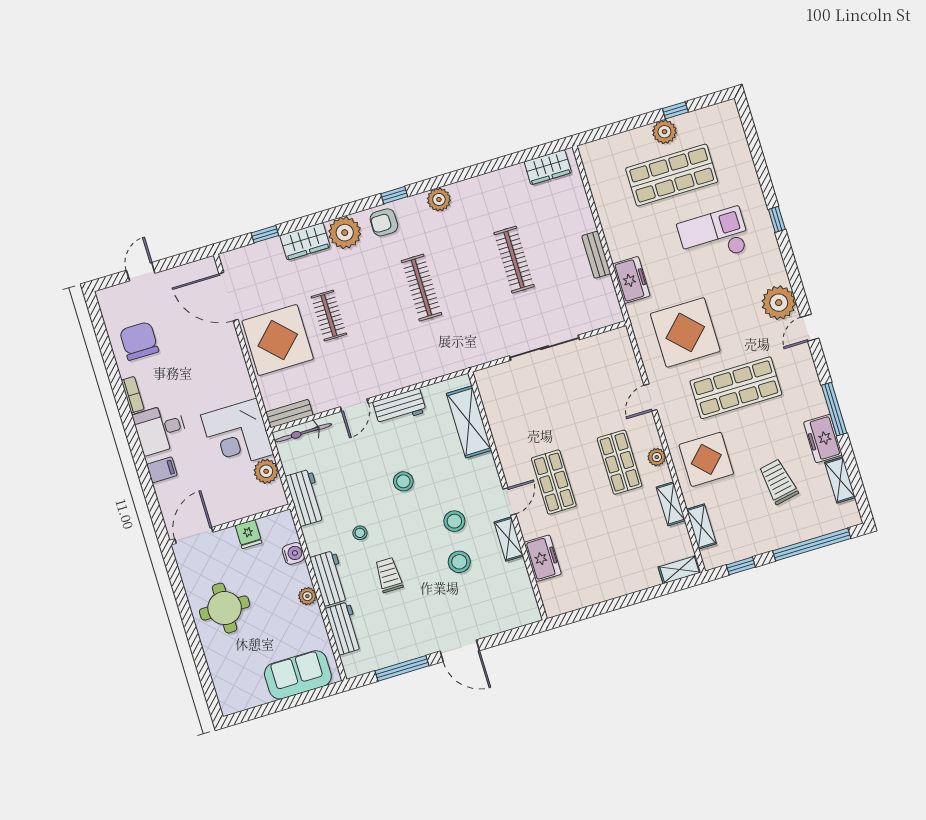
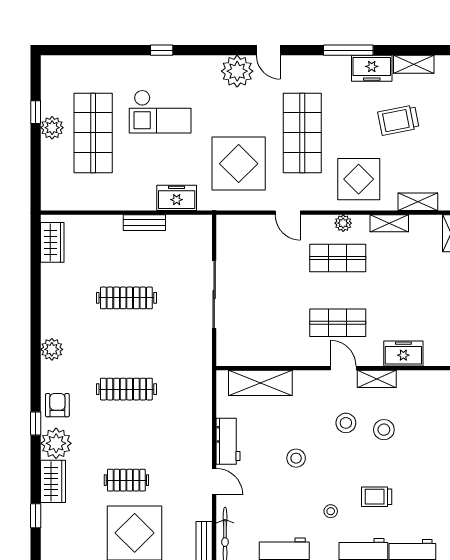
window: (394, 195) -> (36, 423), moved
armchair: (384, 222) -> (57, 405), turned 180
checkout: (714, 237) -> (160, 112), turned -90

